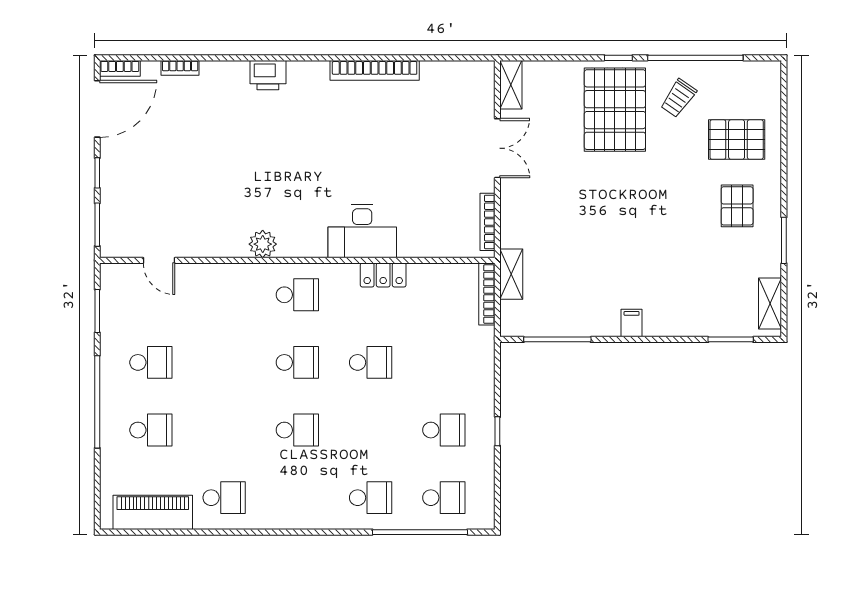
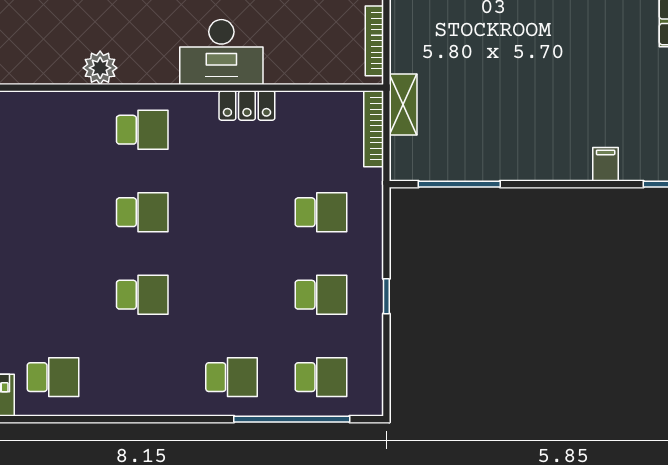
filing cabinet: (632, 323) -> (606, 164), moved
school desk: (371, 362) -> (321, 212), moved

